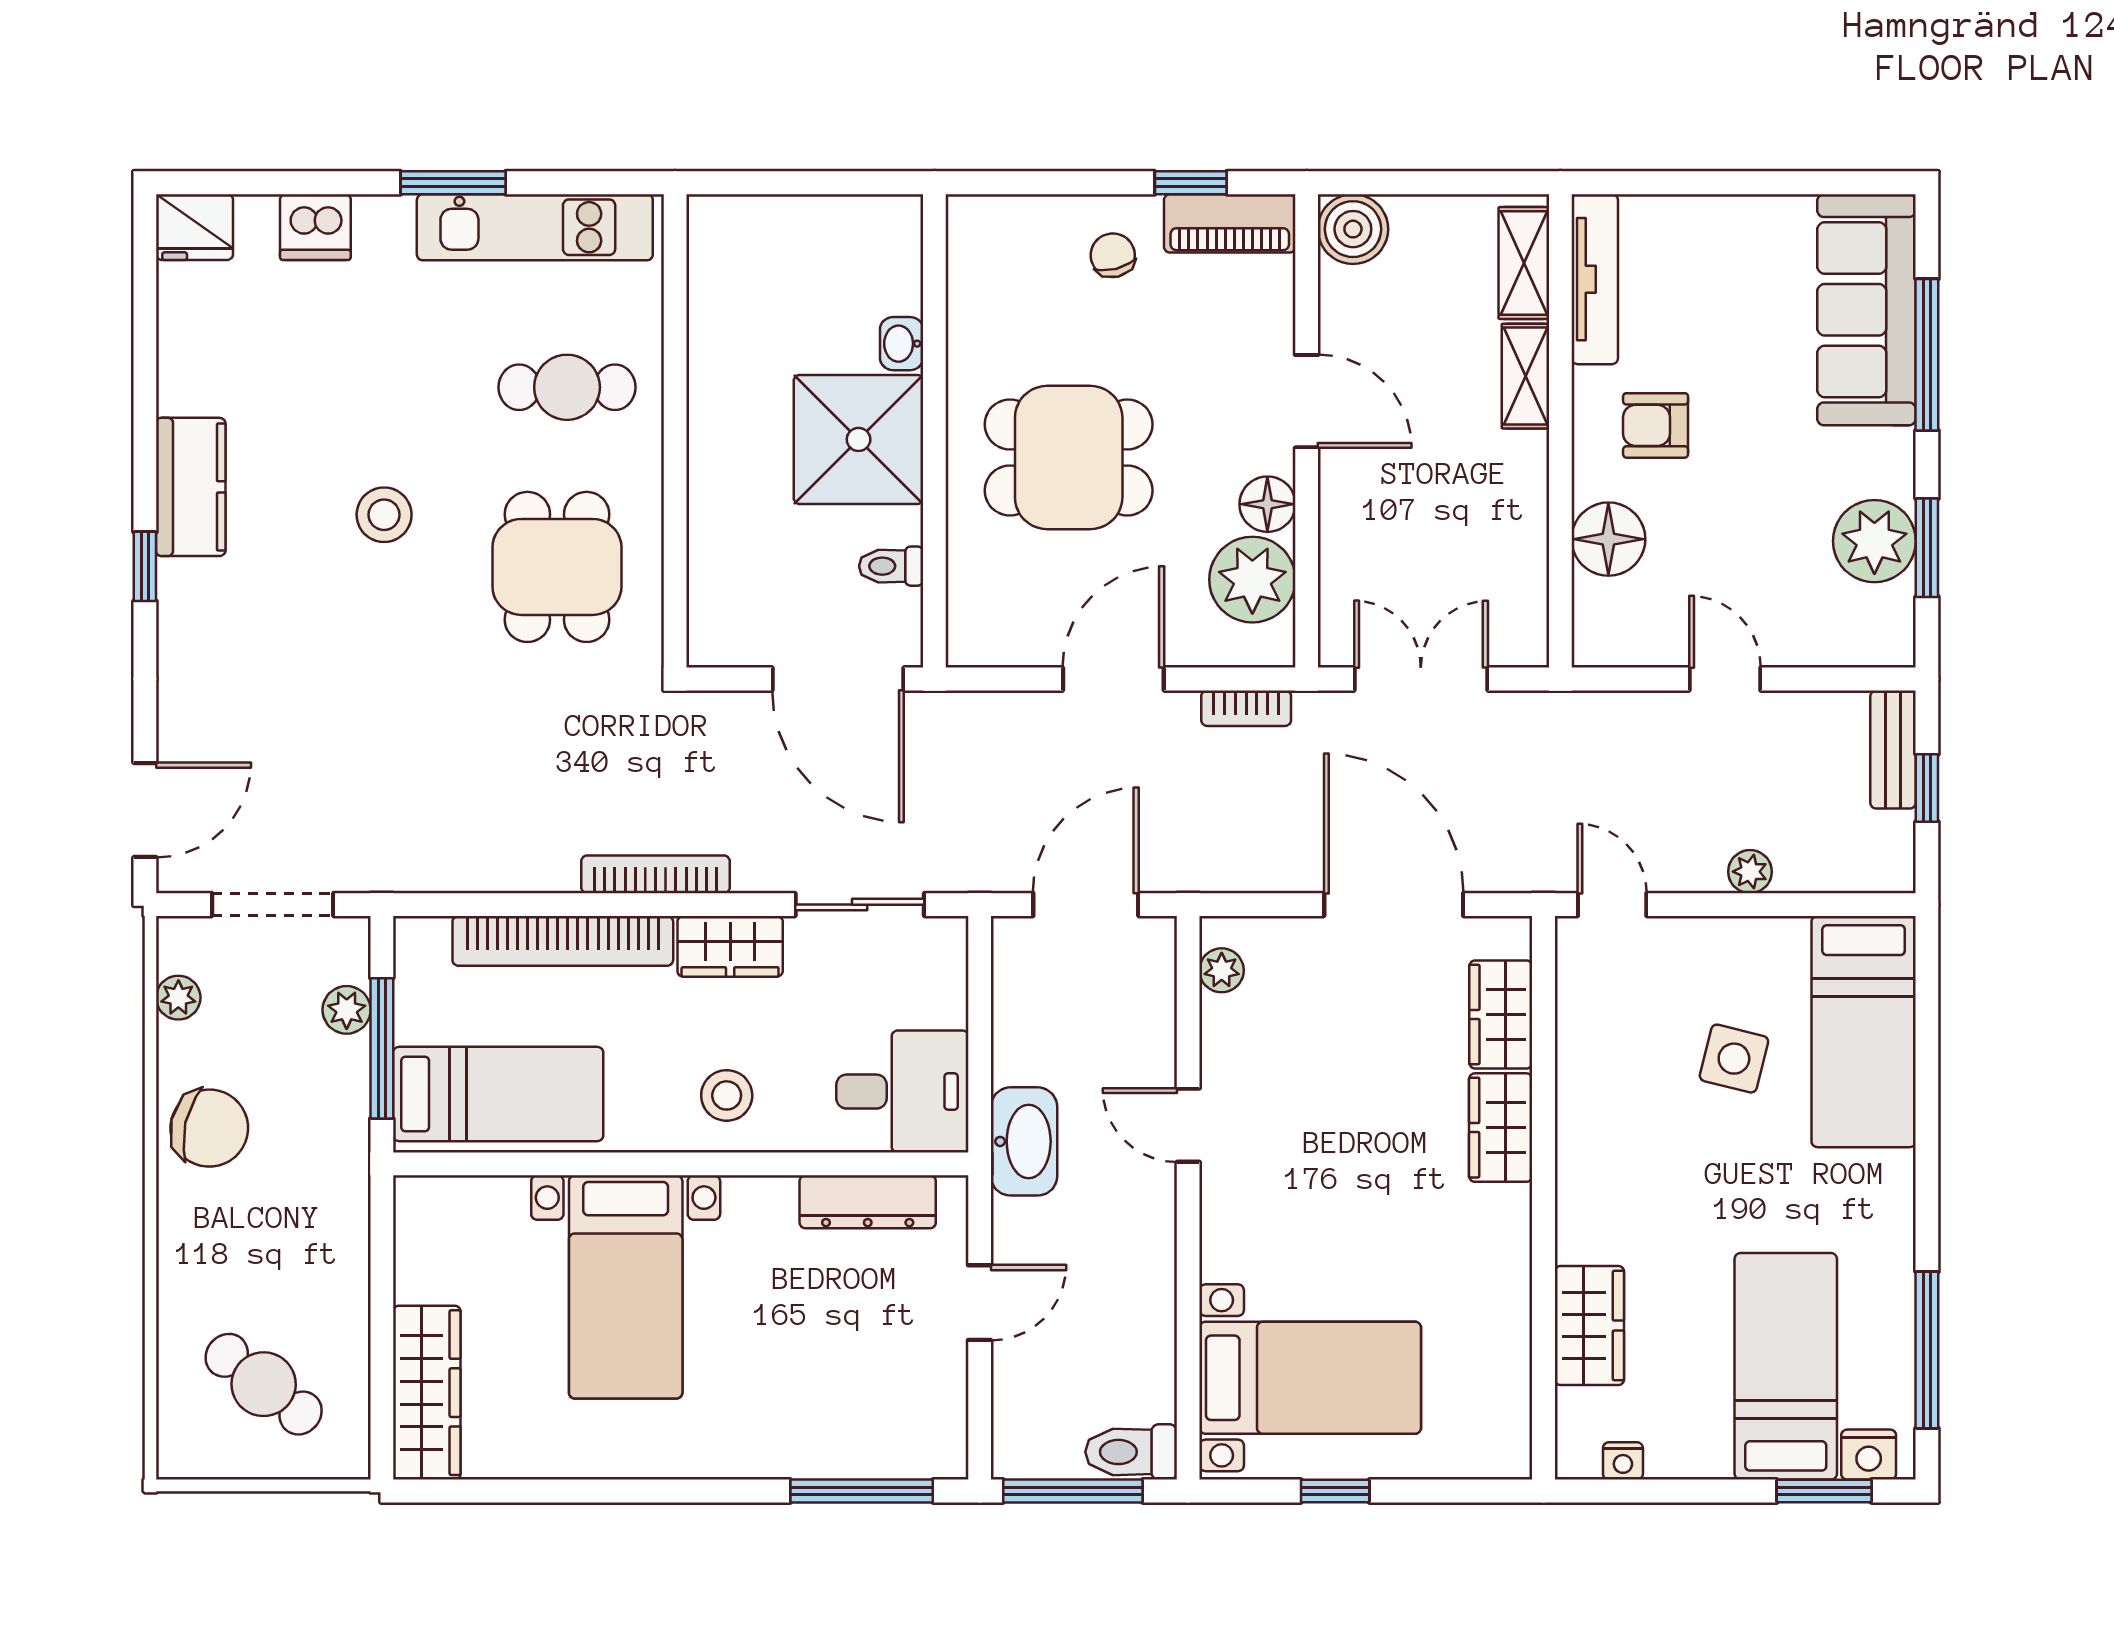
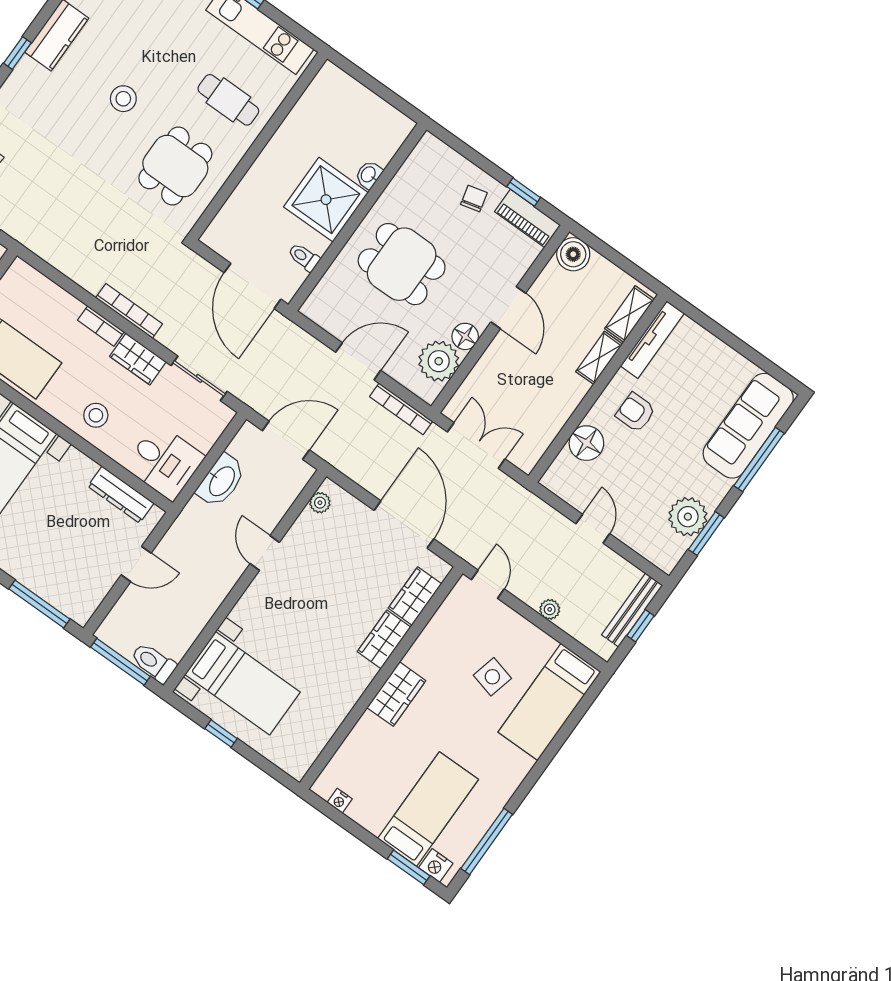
bookcase: (1246, 708) -> (401, 409), width x1.56
bench: (1893, 749) -> (632, 610), width x1.36
bookcase: (563, 941) -> (101, 326), width x0.43, depth x0.76
washbasin: (1024, 1141) -> (221, 481), moved
wardrobe: (1589, 1326) -> (396, 694), moved

